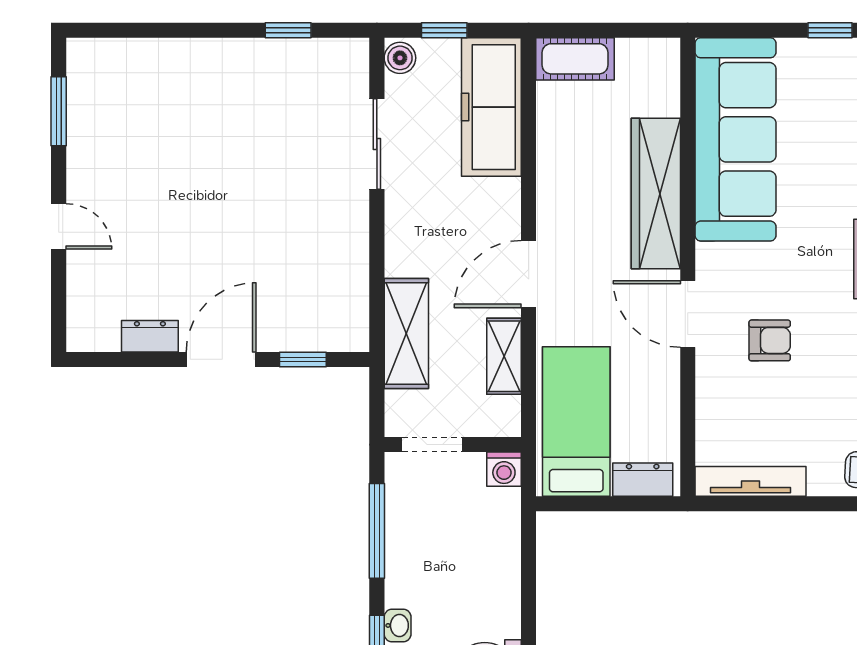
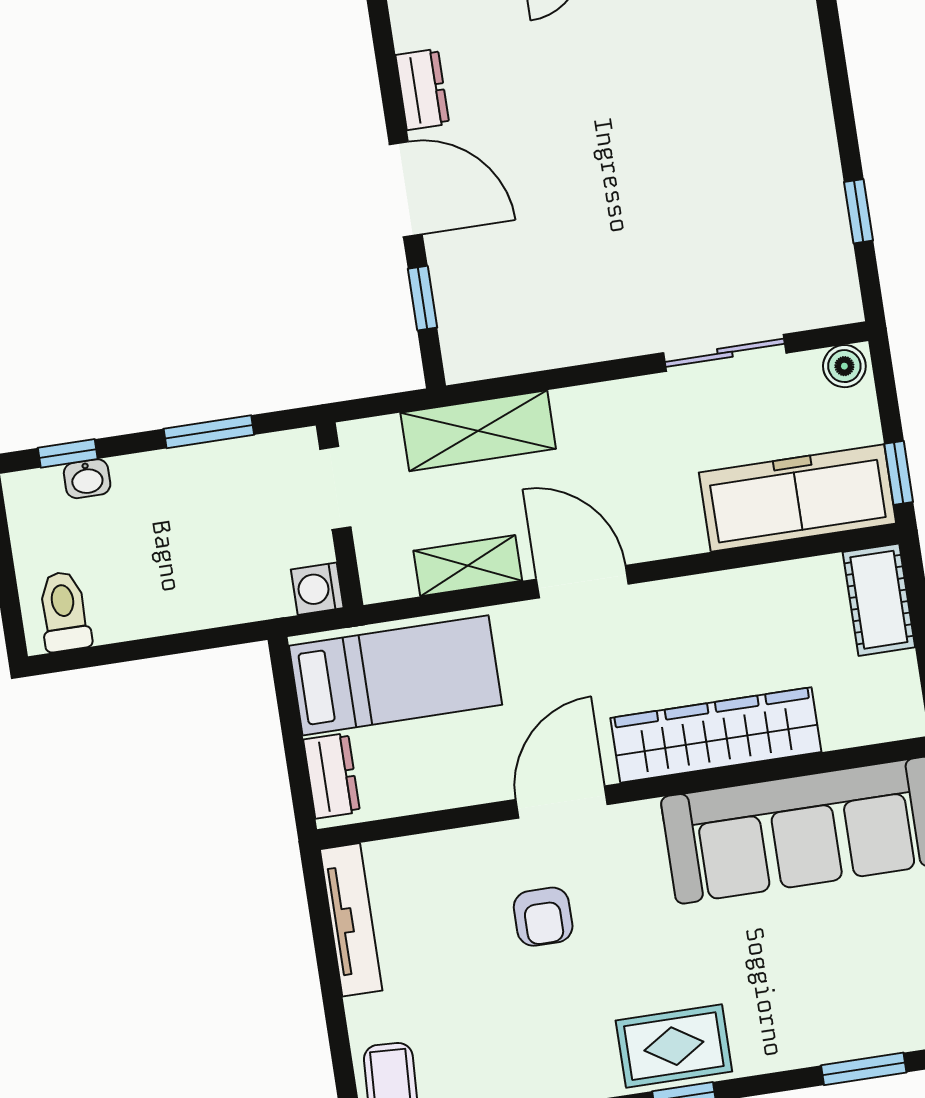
window: (444, 30) -> (899, 473), moved
window: (377, 531) -> (209, 432), width x0.69

